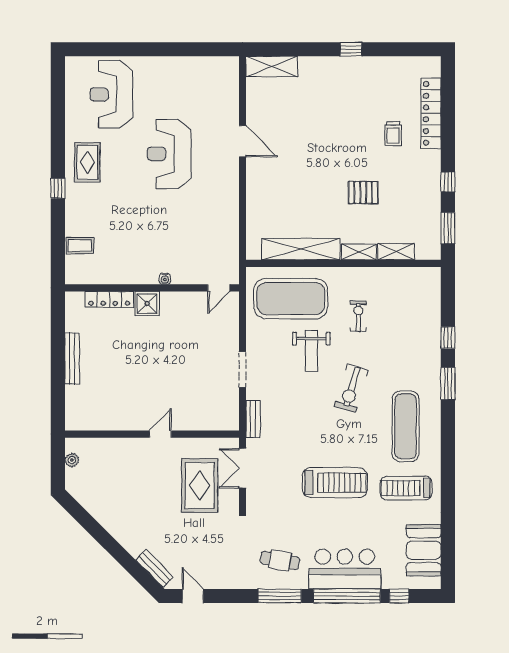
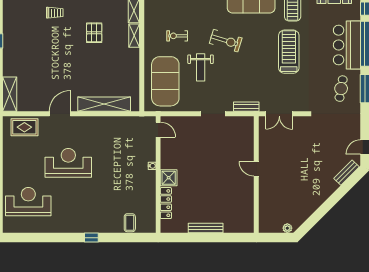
reception desk: (111, 94) -> (28, 202), turned 180
reception desk: (169, 154) -> (68, 163), turned 180
rug: (87, 162) -> (24, 127), moved
shelving: (301, 249) -> (104, 104), moved, turned 90
weight bench: (311, 351) -> (201, 67), turned 90
plant: (72, 460) -> (287, 228), moved
rug: (200, 485) -> (291, 142), removed

